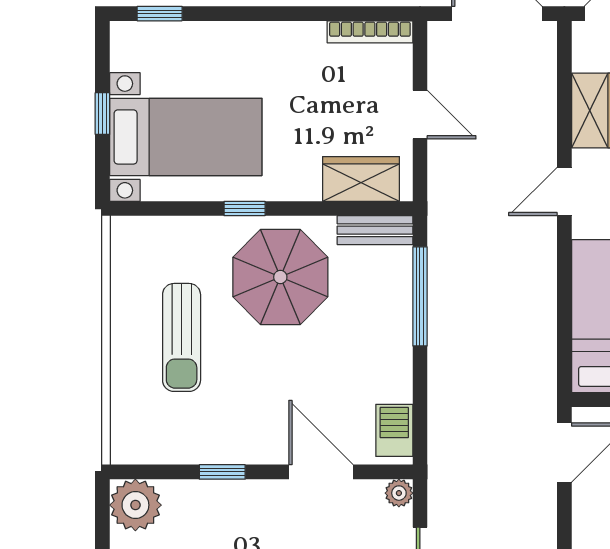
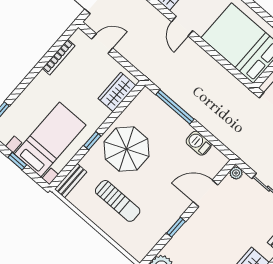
bookcase: (370, 32) -> (59, 57), moved
door: (420, 115) -> (102, 44), moved
bench: (375, 230) -> (71, 181), moved
barbecue: (394, 430) -> (199, 143), moved

